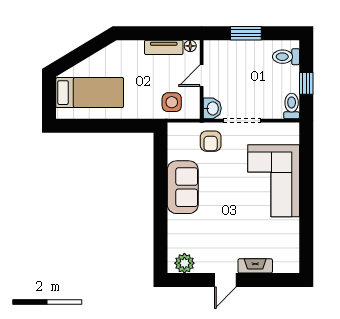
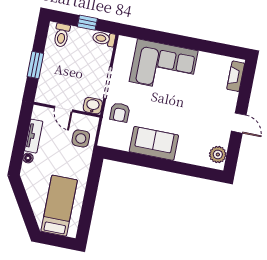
floor lamp: (190, 46) -> (28, 158), moved
armchair: (211, 141) -> (120, 112), turned 90
fireplace: (255, 266) -> (236, 76), moved

